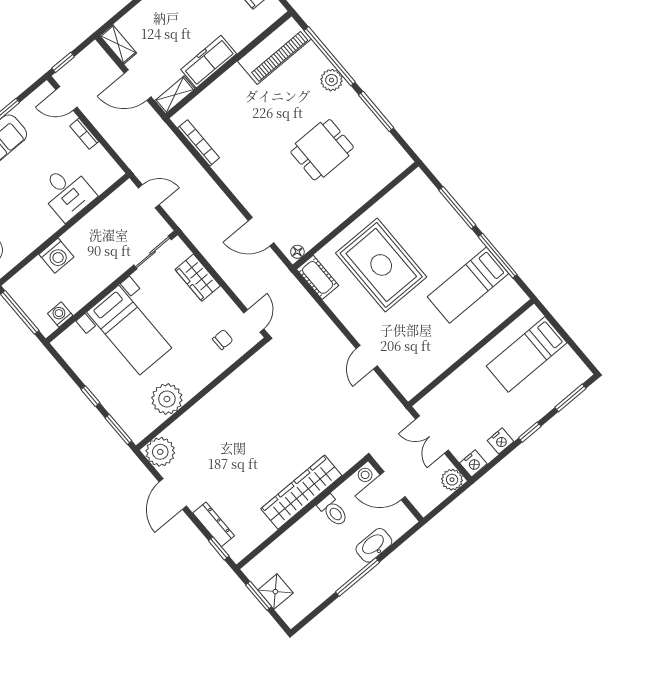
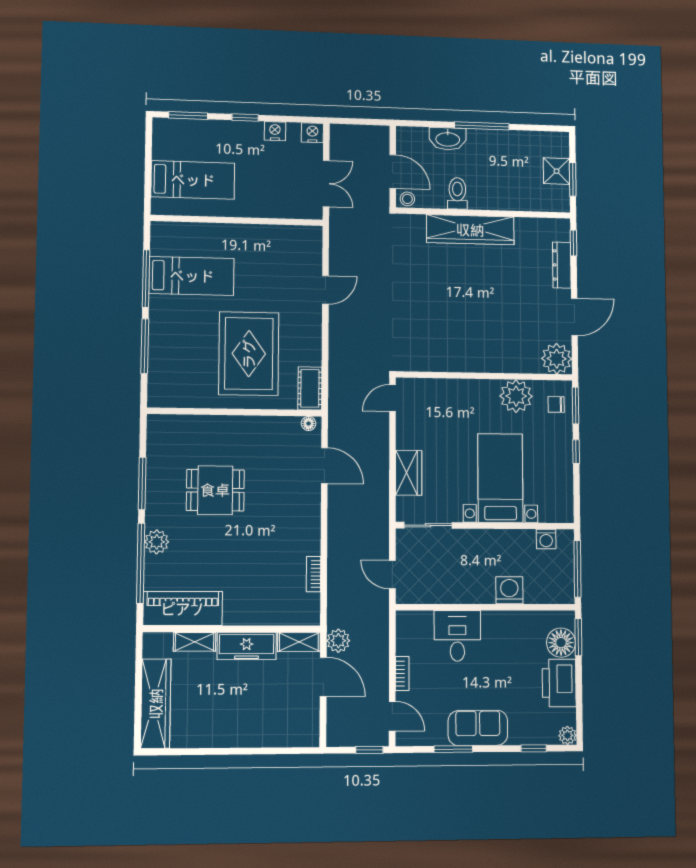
shelving: (118, 44) -> (195, 642), moved, turned 90
bookcase: (199, 143) -> (313, 574), width x0.64
chair: (223, 340) -> (556, 404), moved
plant: (452, 480) -> (338, 641), moved

